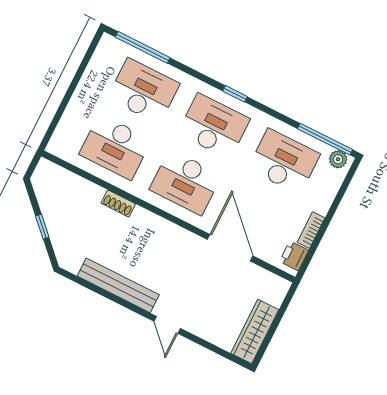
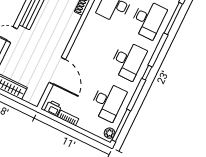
desk: (186, 182) -> (95, 44), removed
door: (230, 248) -> (57, 71), hinge flipped

